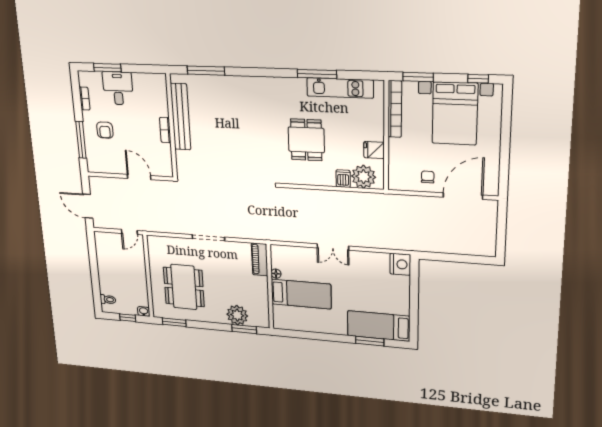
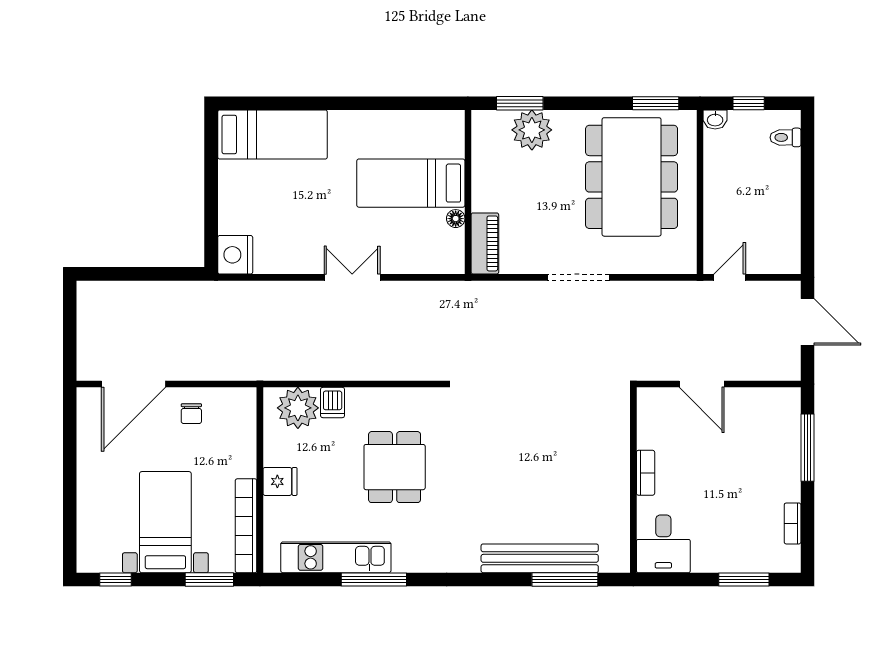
desk: (118, 88) -> (663, 544), moved
bed with nightstands: (455, 114) -> (165, 522), width x0.73
bench: (181, 117) -> (540, 558), moved, turned 90
armchair: (105, 130) -> (759, 468), removed
fridge: (374, 150) -> (280, 481), moved
dining table: (184, 287) -> (632, 177), width x1.36, depth x1.24
window: (370, 341) -> (288, 103), removed

